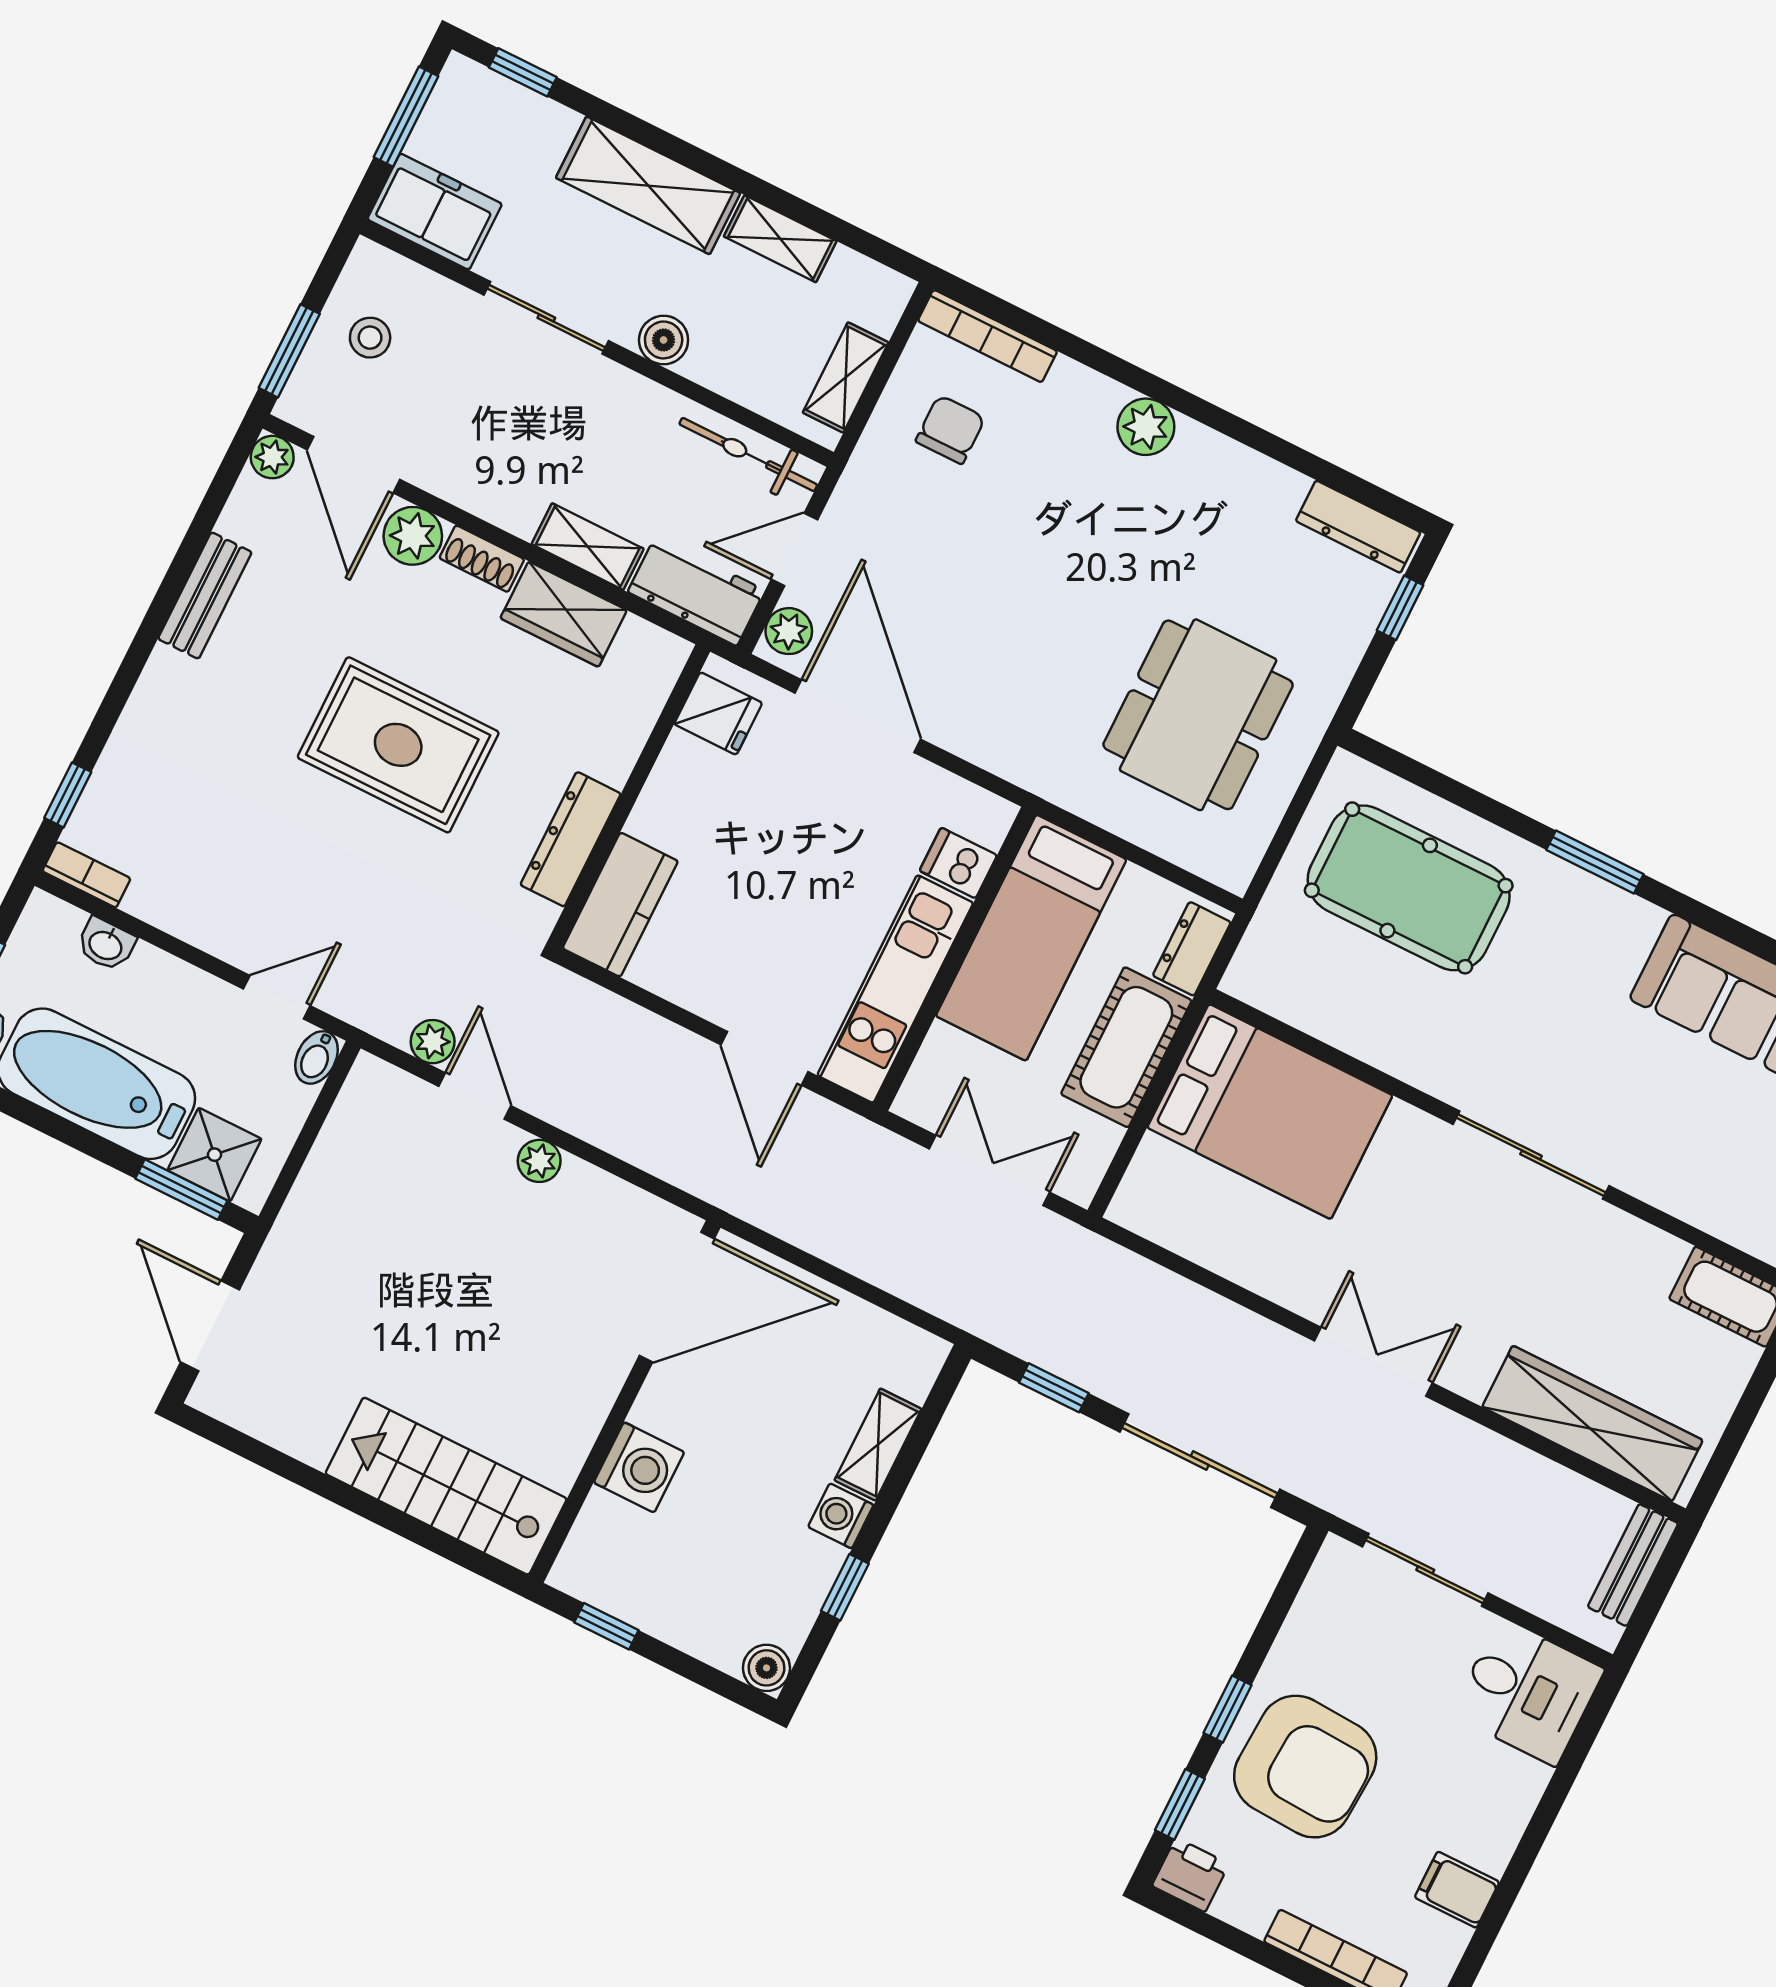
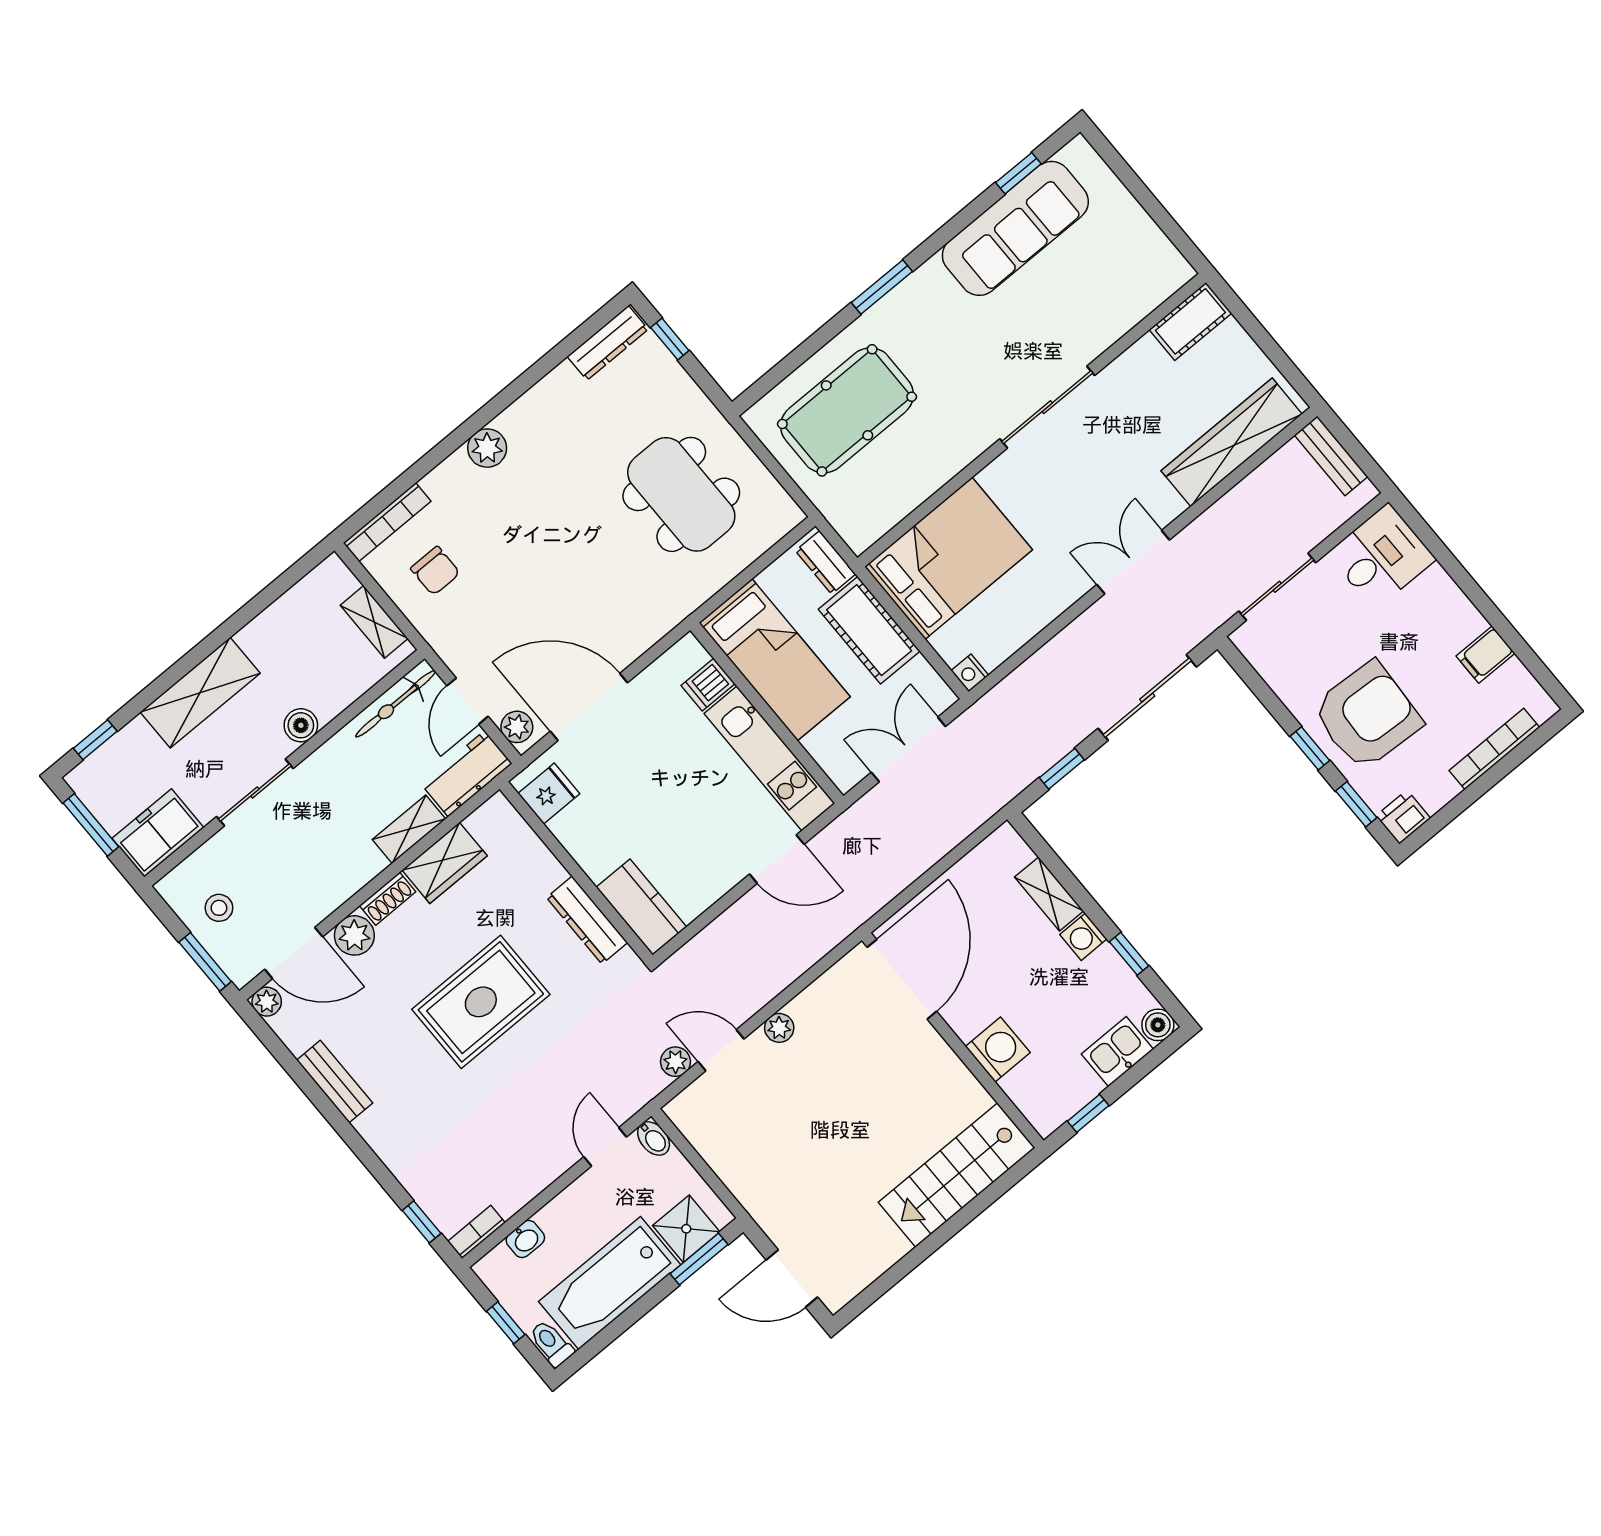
shelving: (780, 239) -> (270, 625), removed
chair: (950, 429) -> (435, 571), turned 180
nightstand: (1128, 1208) -> (970, 673), added
kitchen sink: (707, 1629) -> (1117, 1052), added

